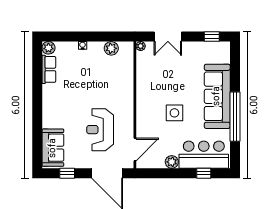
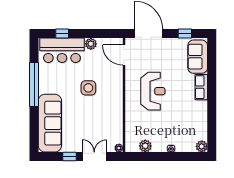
window: (212, 37) -> (70, 157), moved
row of seats: (49, 69) -> (201, 87), moved
sofa: (217, 96) -> (50, 123), moved
reception desk: (100, 130) -> (153, 91), moved
door: (135, 149) -> (124, 55), hinge flipped

